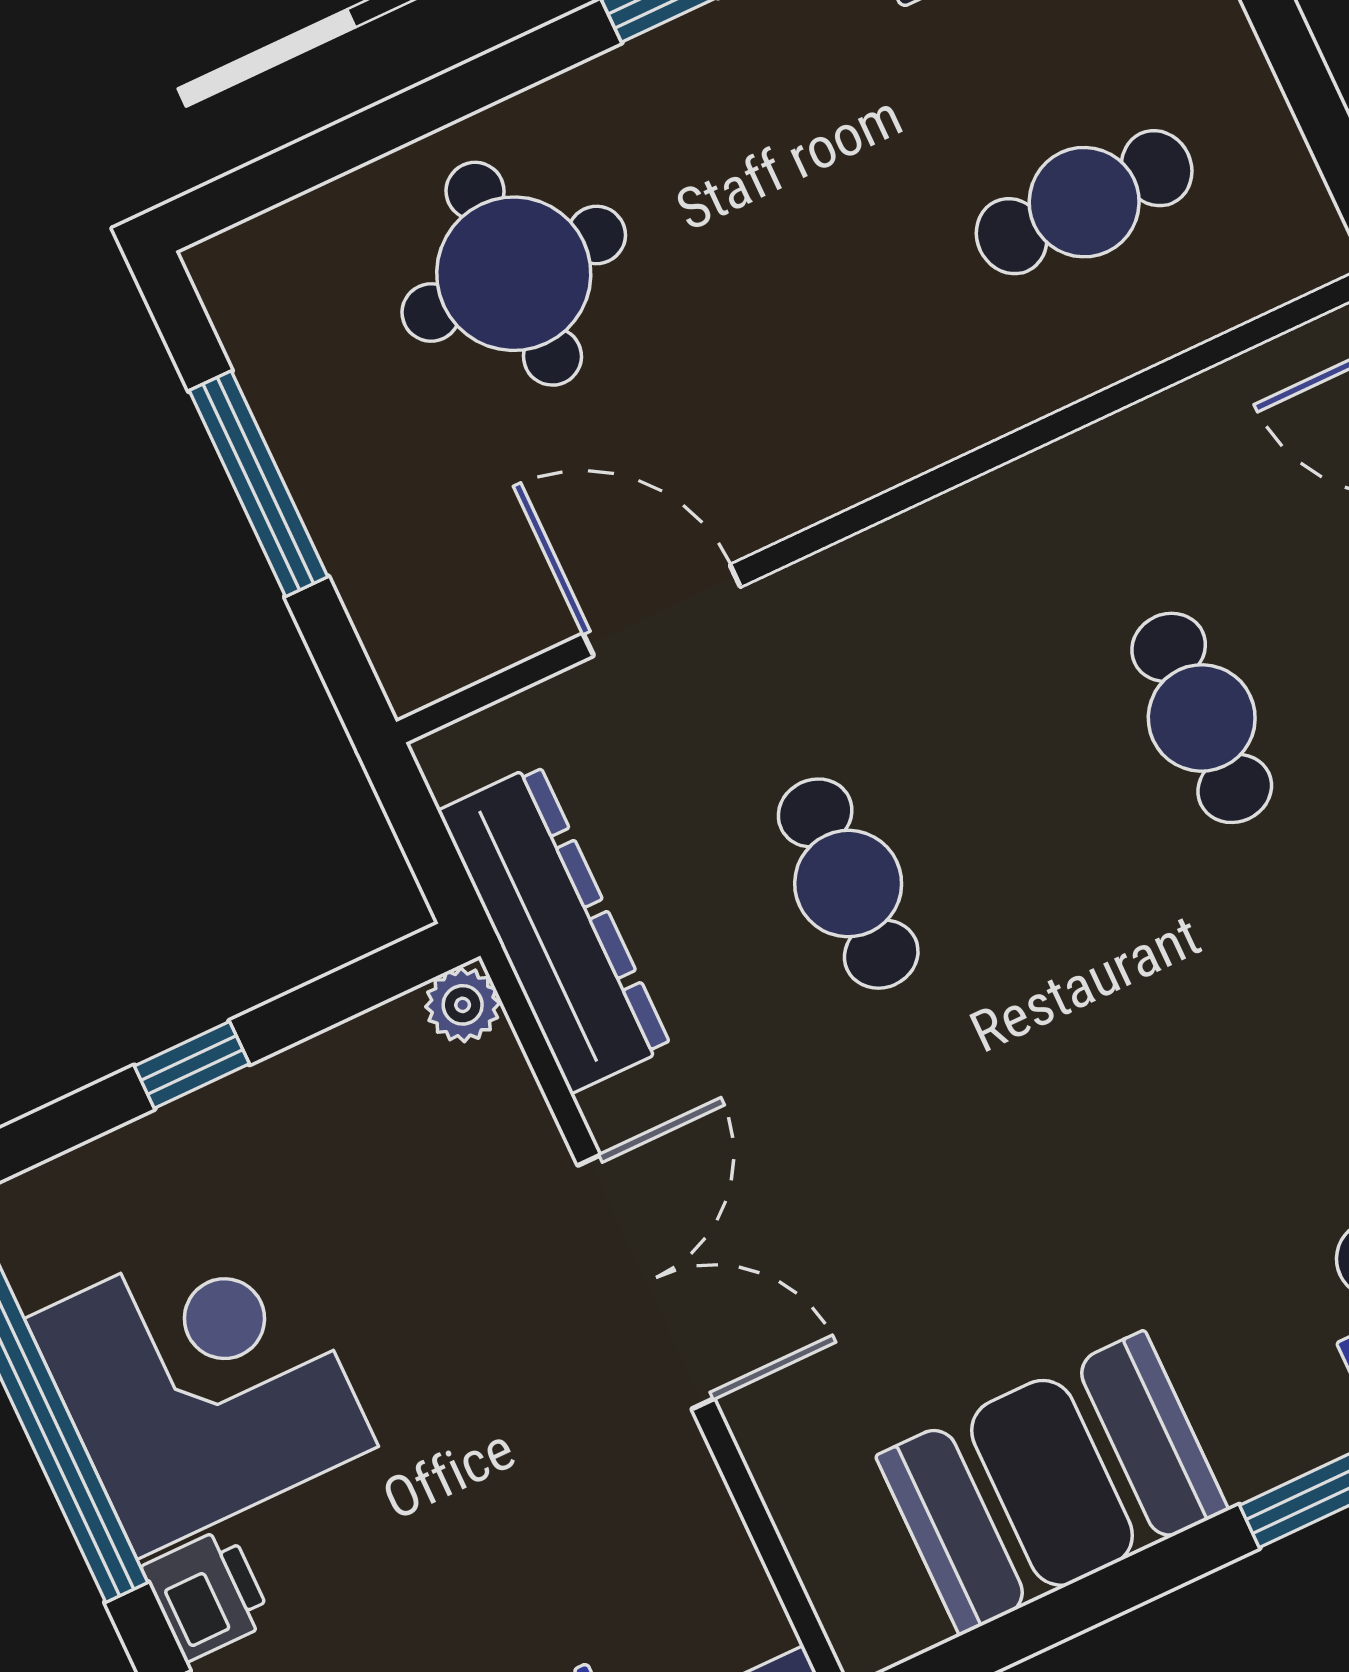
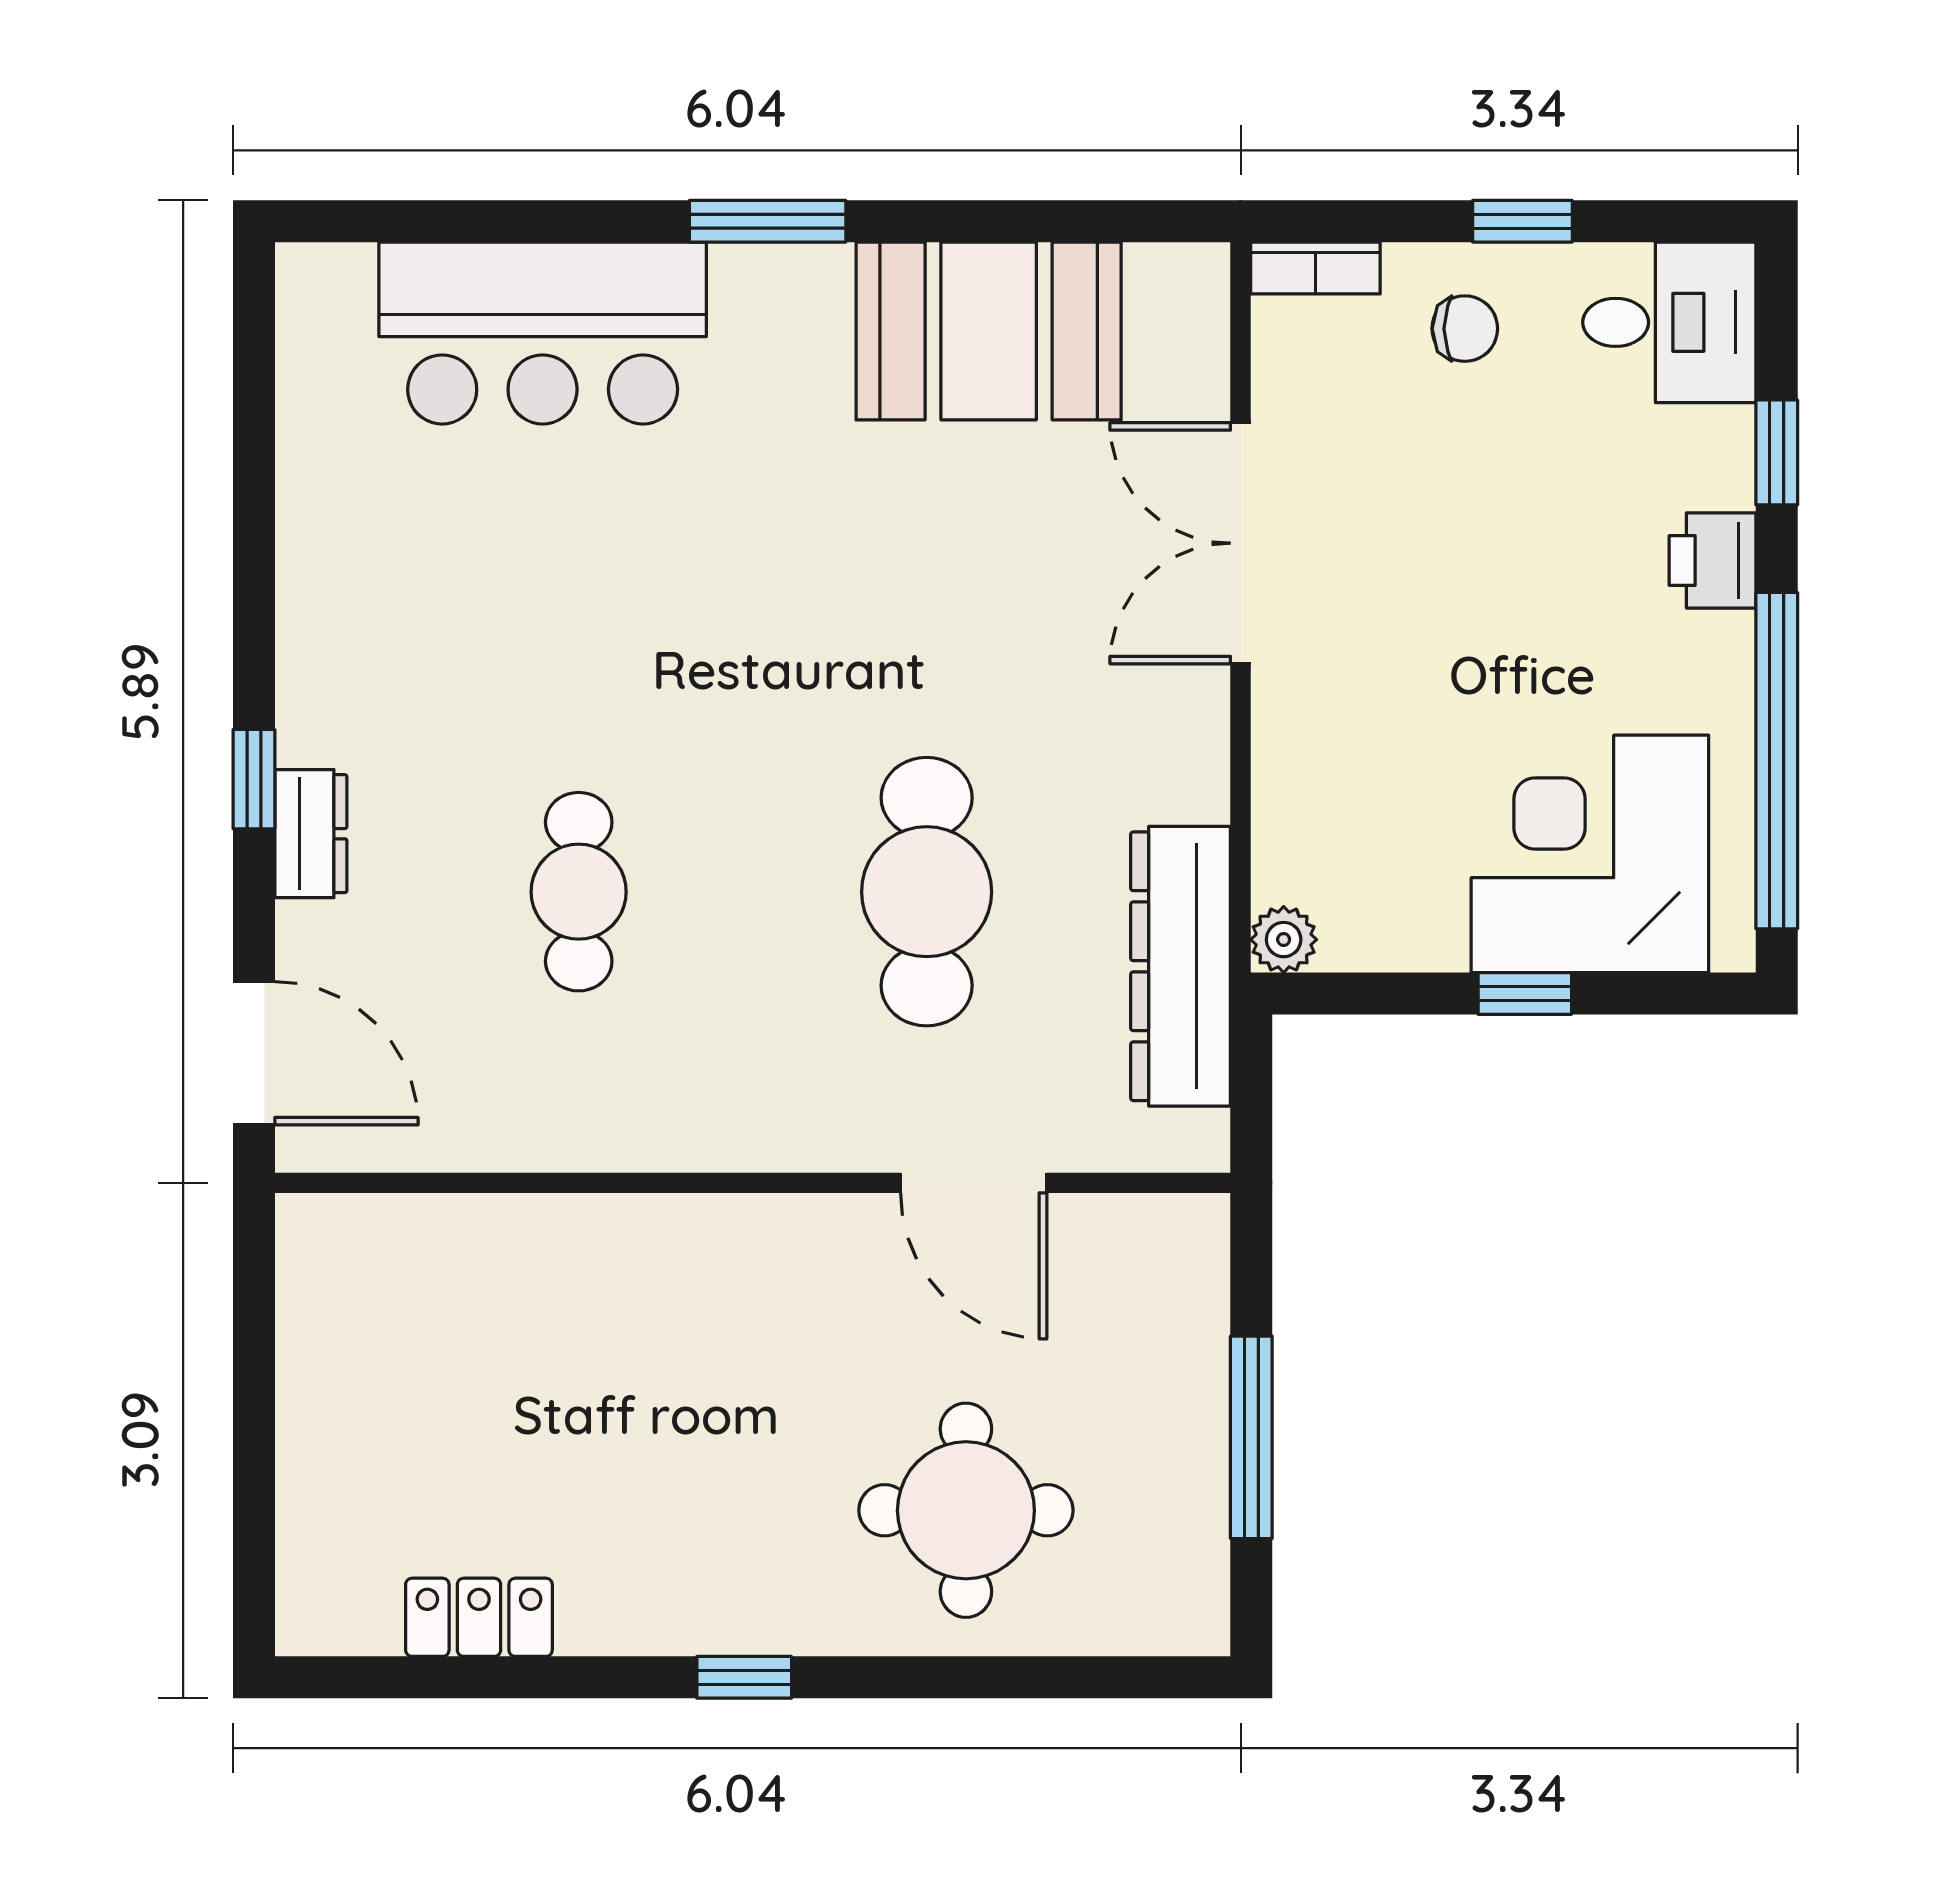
cafe table: (1084, 202) -> (479, 1352), removed
cafe table: (848, 884) -> (927, 892), width x1.37, depth x1.35
double door: (646, 1282) -> (1241, 543), moved
corner desk: (201, 1382) -> (1590, 854), moved, turned 90

